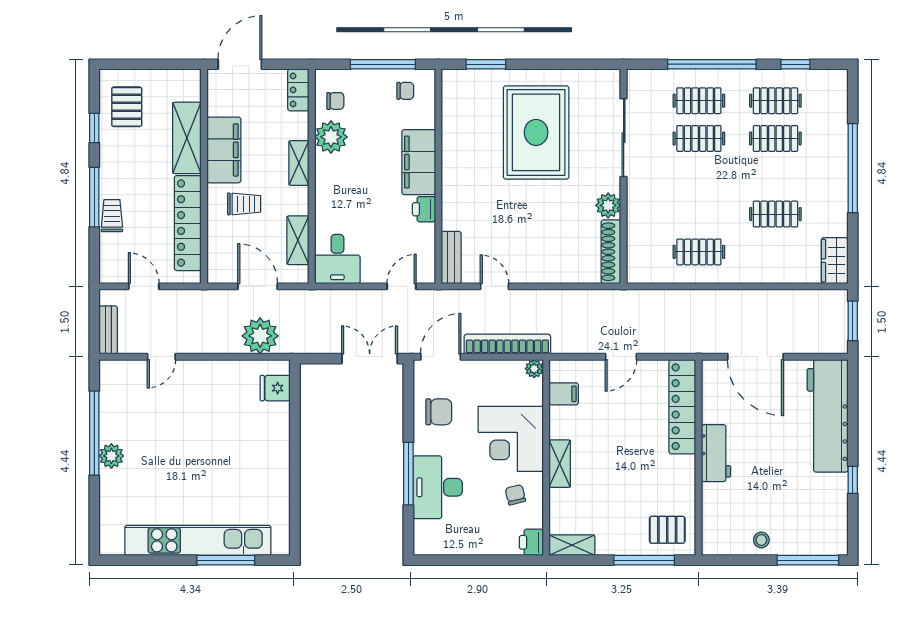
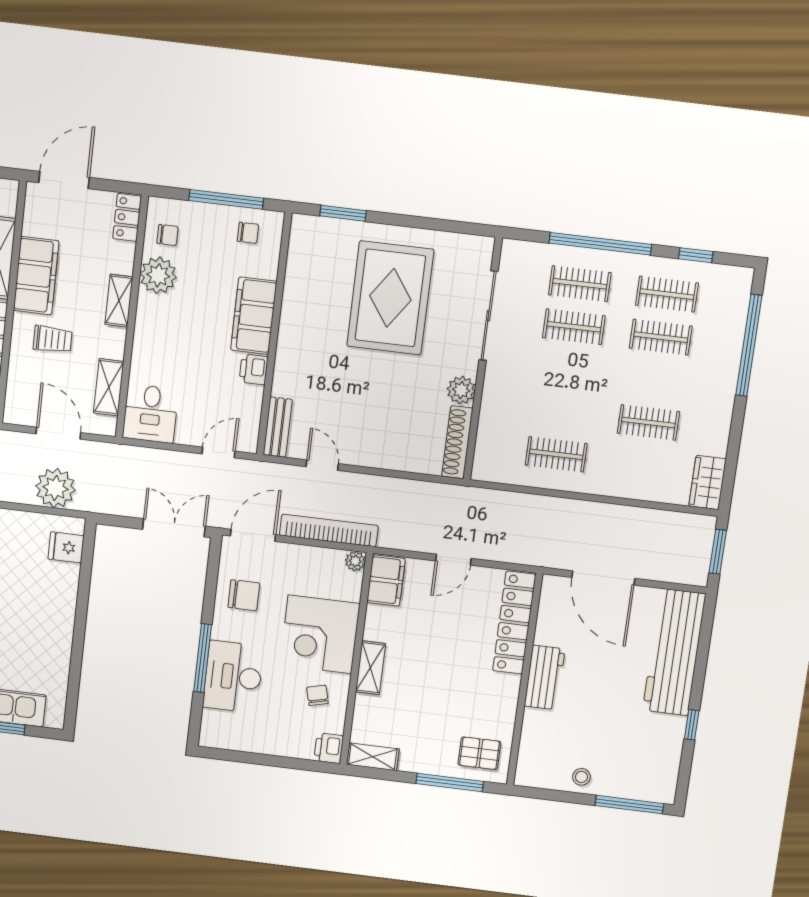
window: (853, 168) -> (749, 345), moved
filing cabinet: (564, 394) -> (386, 580), width x2.00

